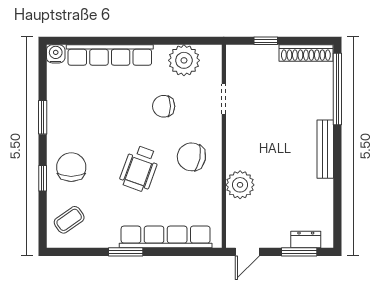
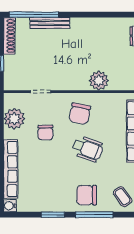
bench: (325, 149) -> (50, 23), moved
window: (43, 178) -> (94, 215), width x2.17

